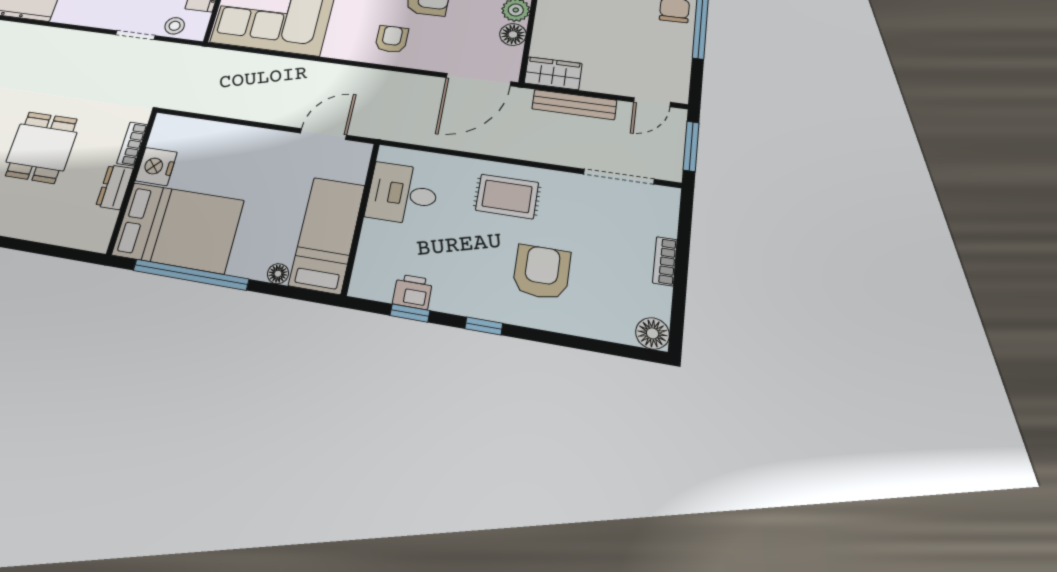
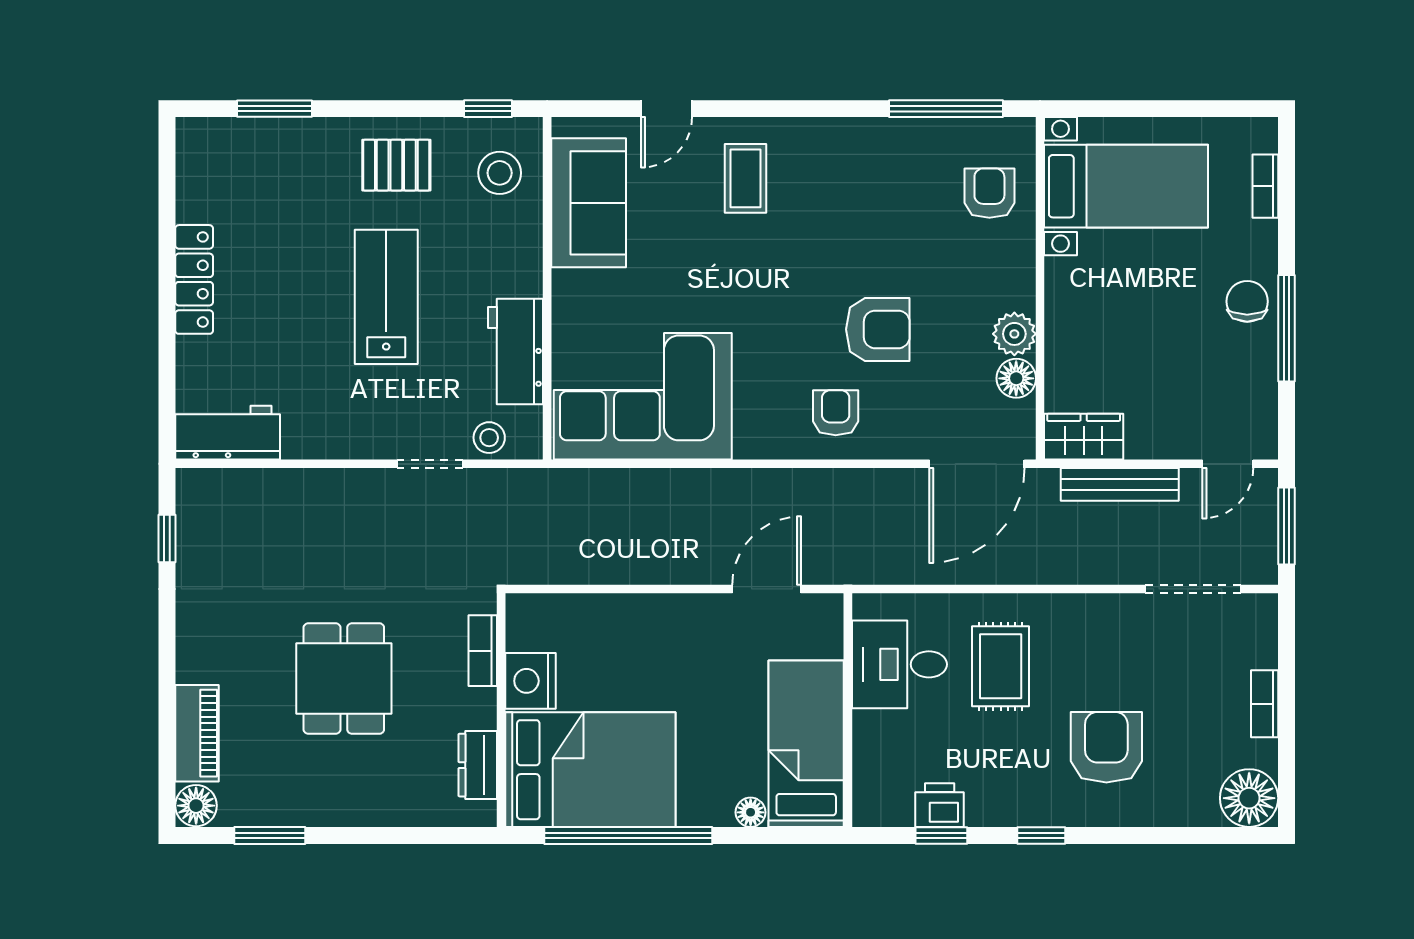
dresser: (115, 187) -> (478, 765), moved
rug: (507, 196) -> (1001, 666), moved, turned 90
floor lamp: (653, 333) -> (1249, 798), width x1.38, depth x1.38

